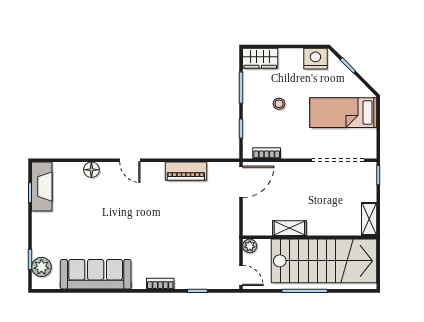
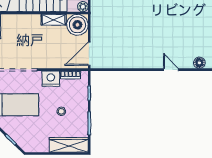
wardrobe: (260, 58) -> (69, 145), width x1.50
nightstand: (315, 59) -> (51, 79), moved, turned 180
piano: (186, 171) -> (130, 62), removed
boiler: (257, 221) -> (77, 25), added

